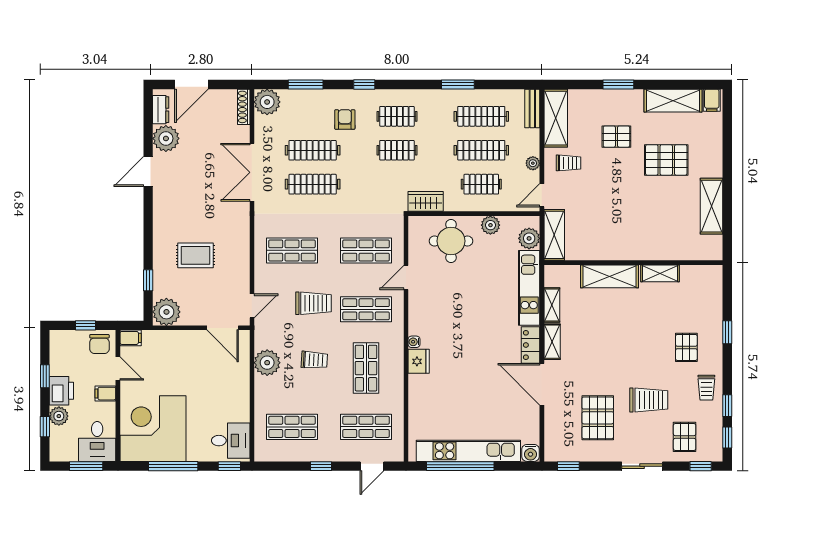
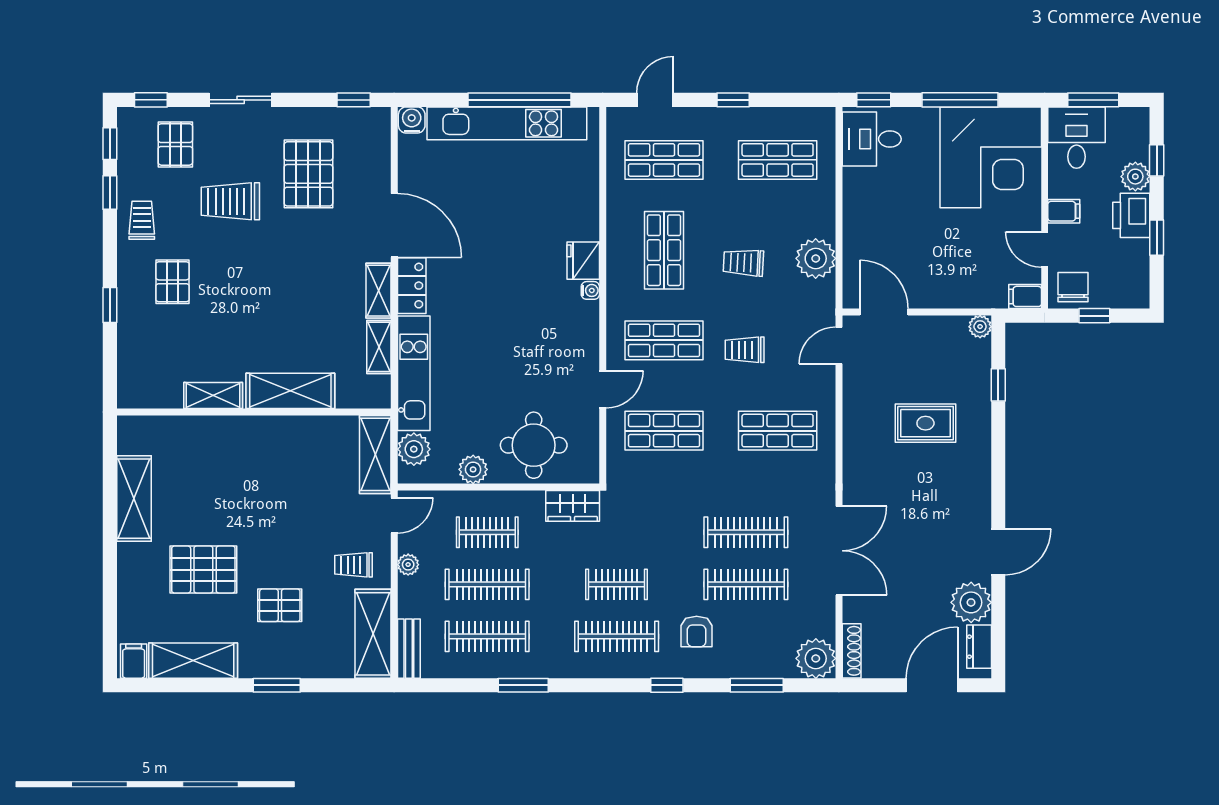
clothes rail: (397, 116) -> (617, 636), width x1.36
trolley: (314, 303) -> (745, 350), width x0.73, depth x0.72
plant: (166, 312) -> (980, 327), width x0.53, depth x0.53

